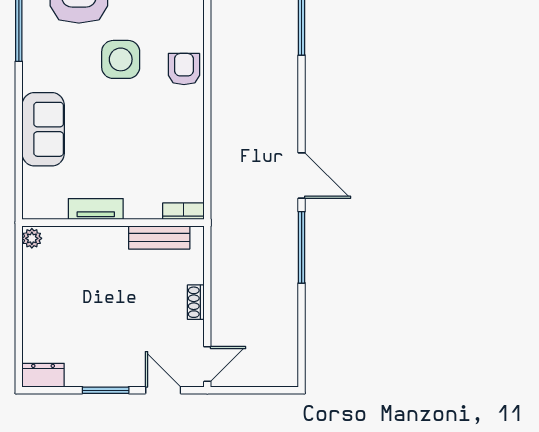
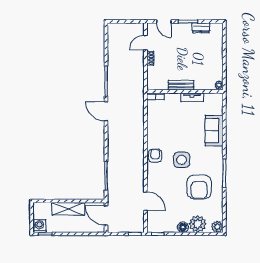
armchair: (184, 69) -> (155, 156), turned 180
bench: (159, 237) -> (181, 85), moved
door: (207, 364) -> (145, 43), moved
dresser: (43, 375) -> (201, 28), moved

